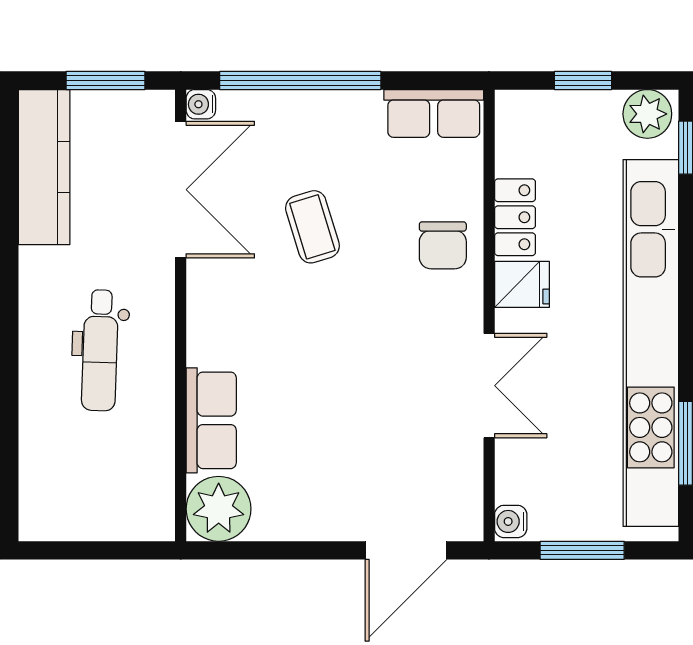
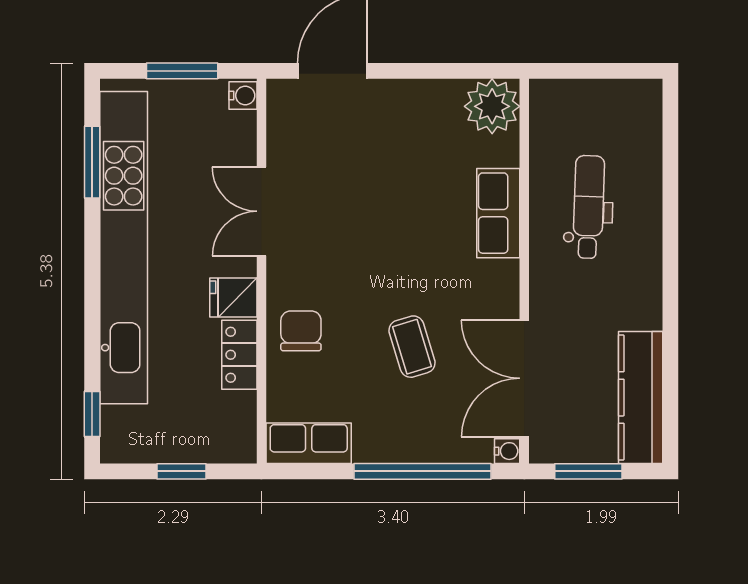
plant: (647, 114) -> (127, 443), removed
dental chair: (100, 350) -> (589, 207), moved
row of seats: (211, 420) -> (498, 213), moved

